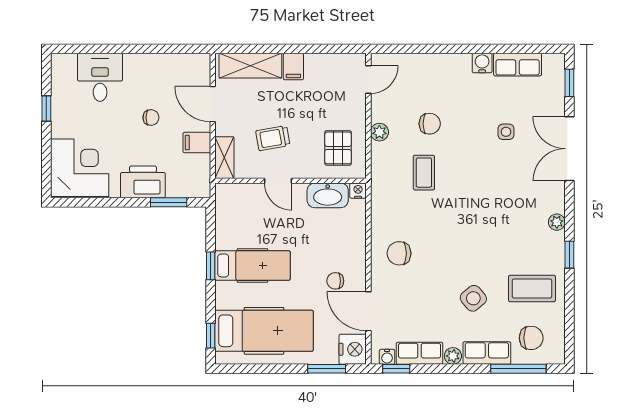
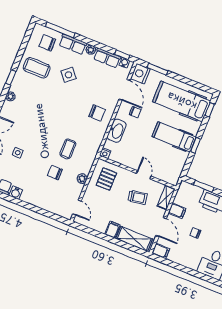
filing cabinet: (197, 63) -> (161, 251), added
door: (368, 80) -> (77, 208), swing flipped
washbasin: (328, 195) -> (117, 131), moved, turned 90

